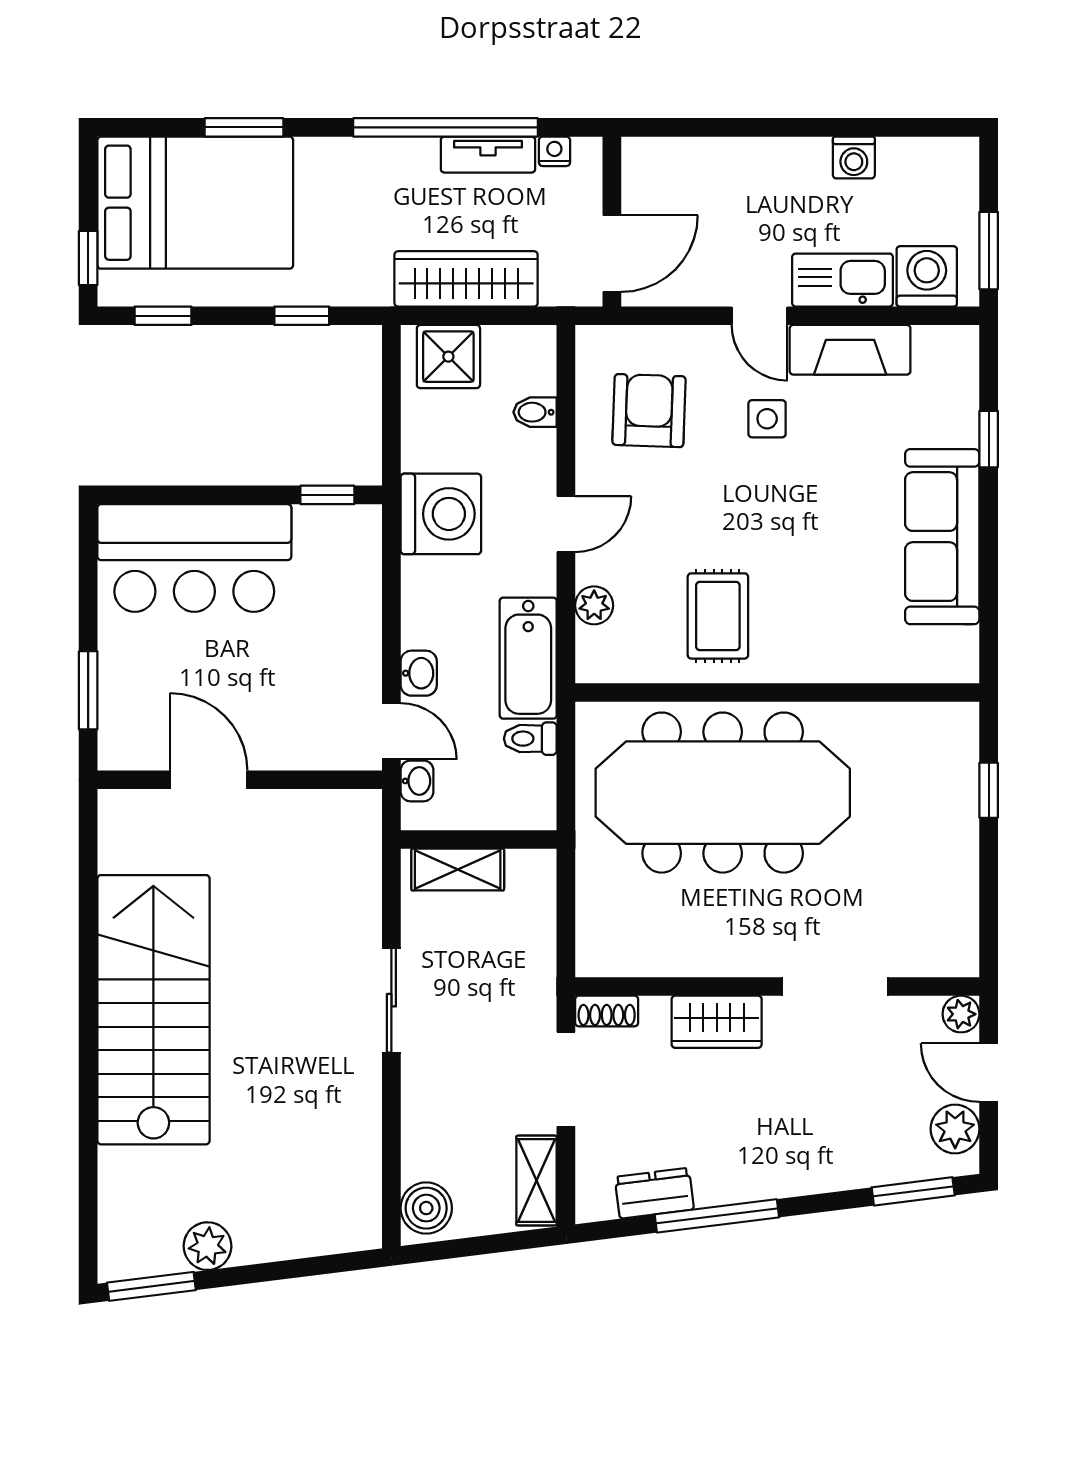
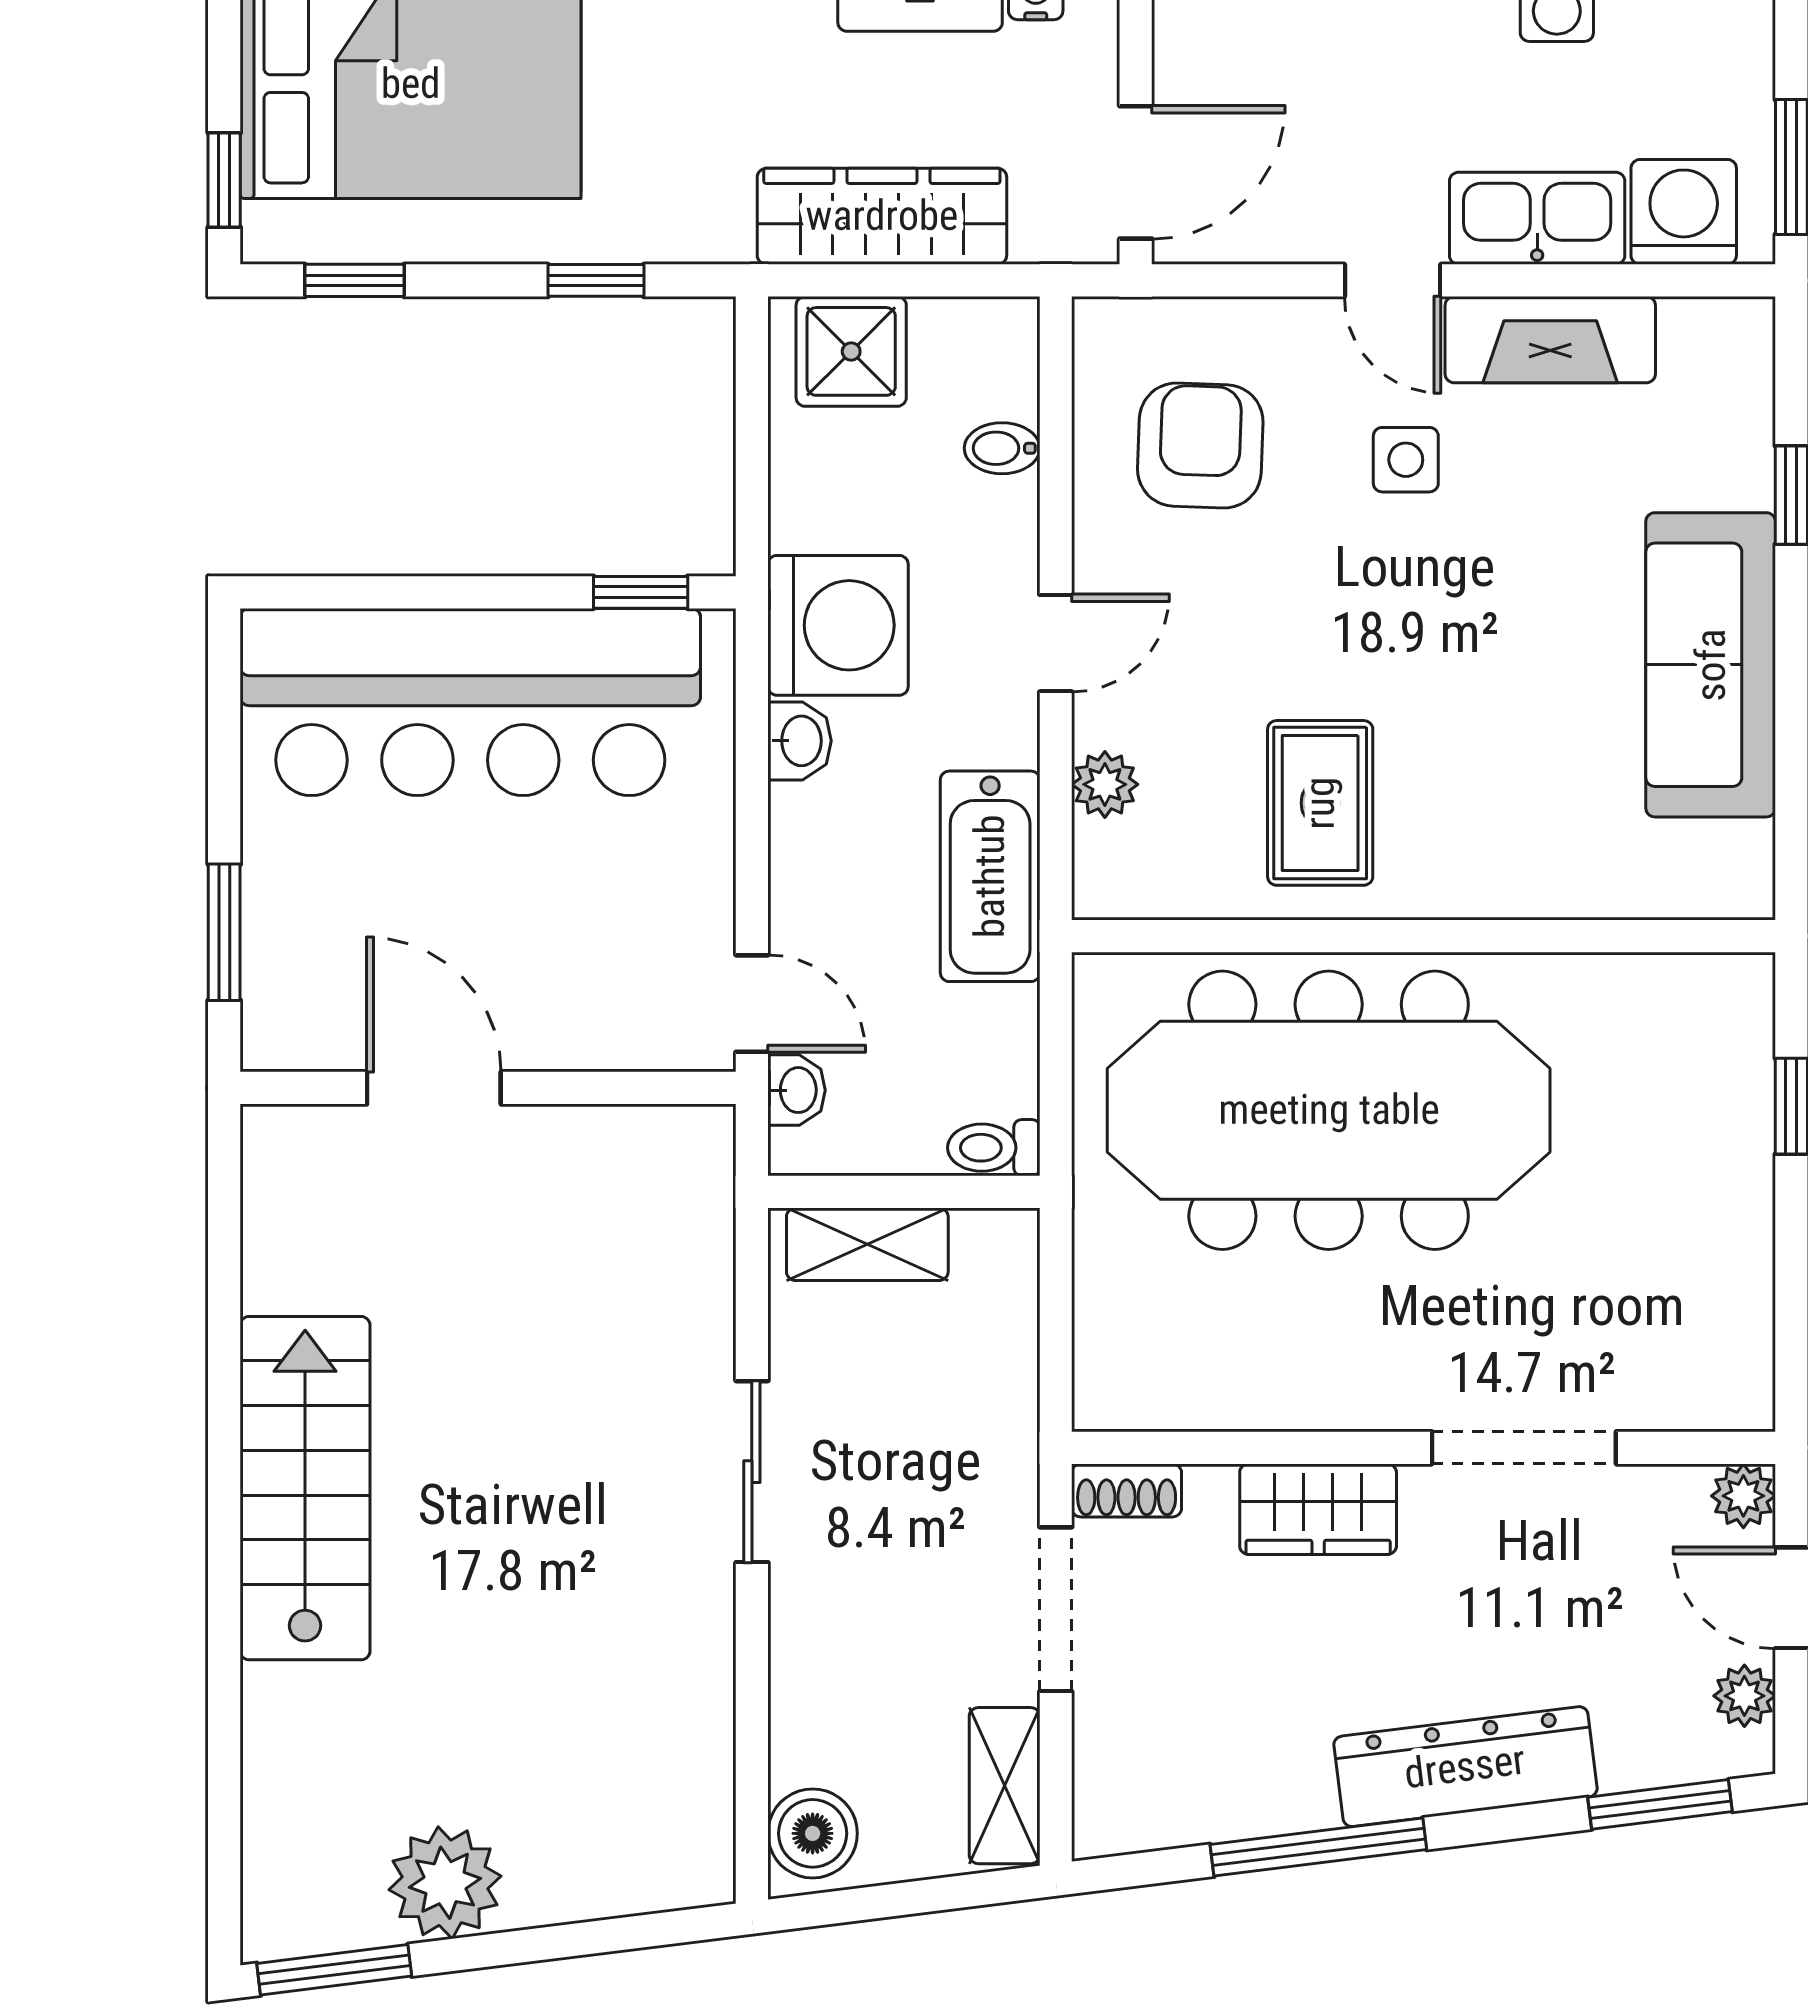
bar counter: (194, 558) -> (470, 702), width x1.36
washbasin: (419, 673) -> (800, 741), moved
toilet: (530, 739) -> (994, 1148), moved
stairs: (153, 1010) -> (305, 1488), width x0.73, depth x0.66
plant: (955, 1129) -> (1744, 1696), width x0.73, depth x0.73
dresser: (654, 1193) -> (1465, 1767), moved, width x1.96, depth x1.24
plant: (207, 1246) -> (445, 1883), width x1.36, depth x1.36

